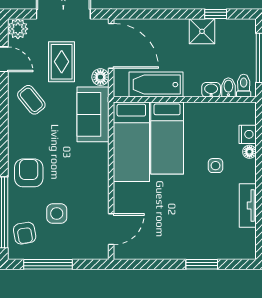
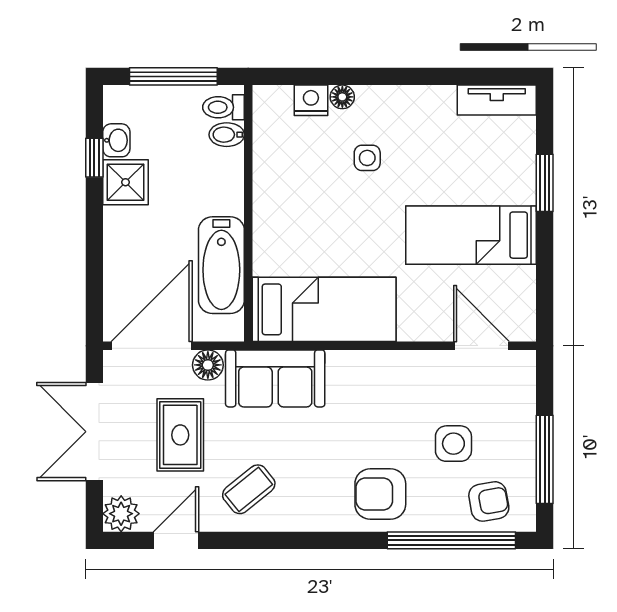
rug: (62, 62) -> (180, 435), turned 90
washbasin: (211, 90) -> (116, 140), moved, turned 180
bed: (167, 138) -> (471, 235), moved, turned 180
tv unit: (248, 205) -> (497, 100), moved

